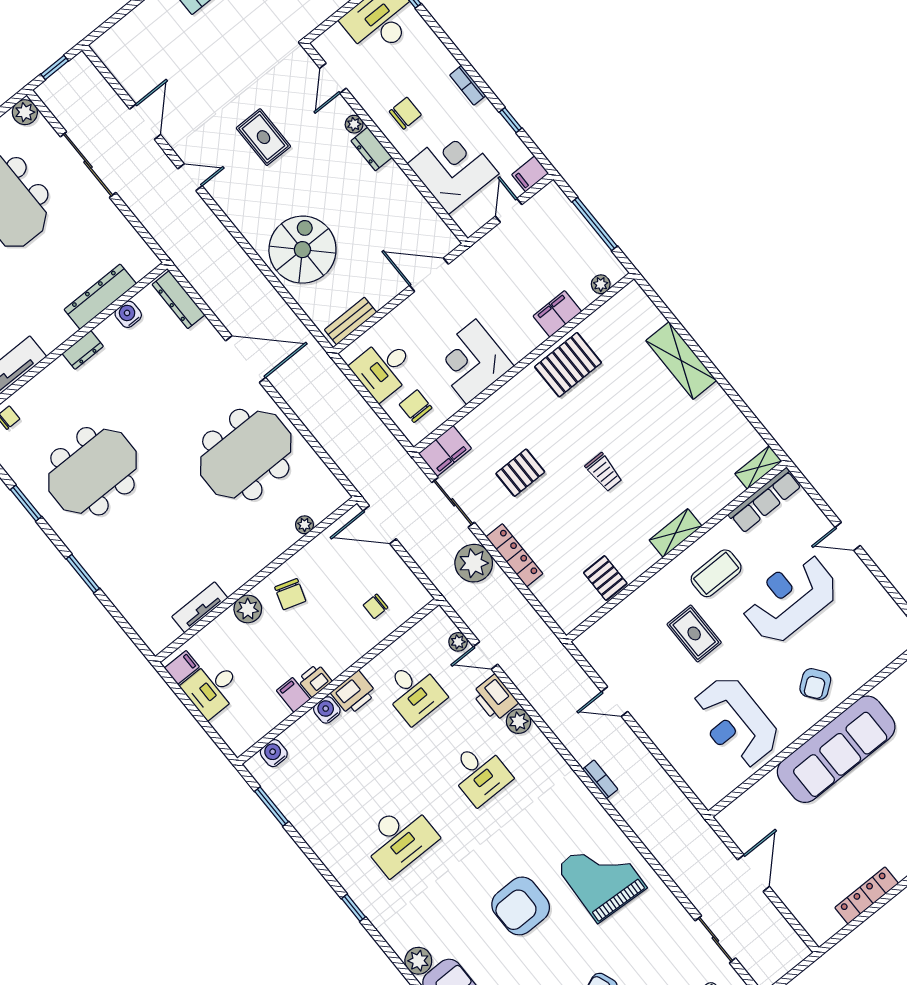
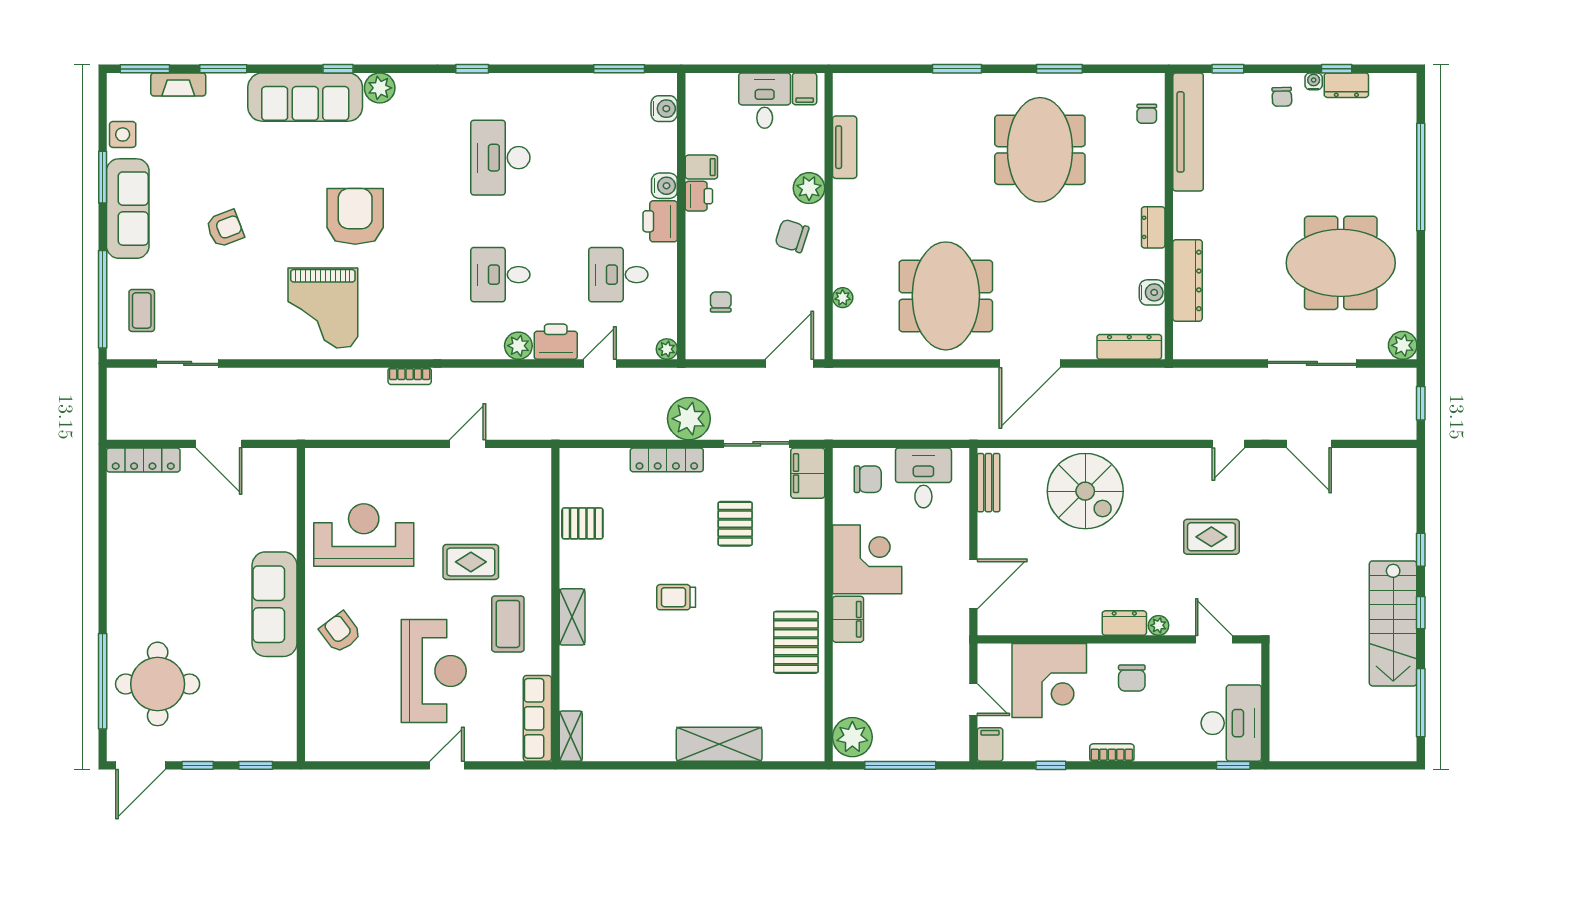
plant: (601, 284) -> (852, 737), width x1.88, depth x1.88
filing cabinet: (557, 314) -> (848, 619), moved
plant: (458, 642) -> (667, 349), moved
sofa: (836, 749) -> (275, 604), width x0.74, depth x0.79
grand piano: (602, 877) -> (323, 308), turned 87
locker: (867, 896) -> (143, 460), moved, turned 90

